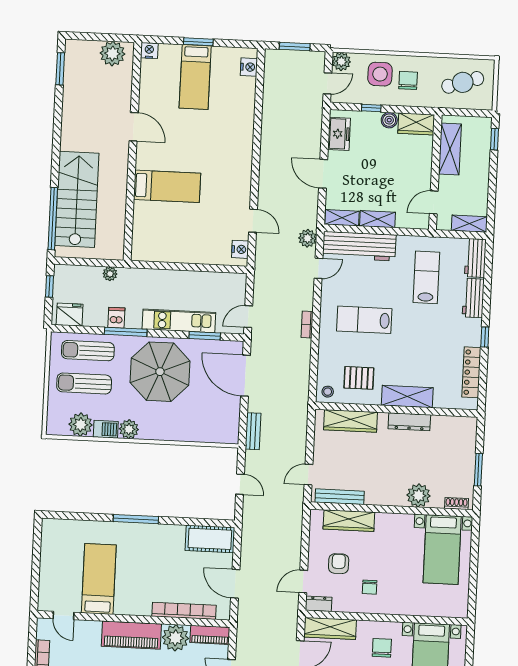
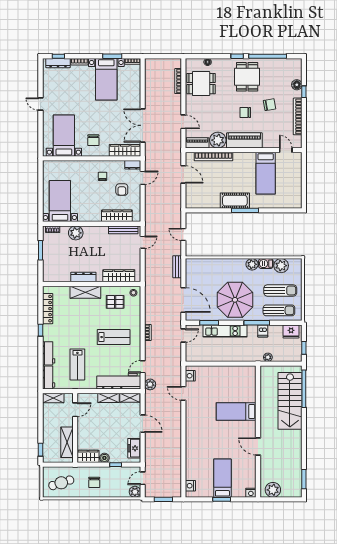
side table: (380, 74) -> (111, 485), removed
cot: (210, 539) -> (235, 201), moved

